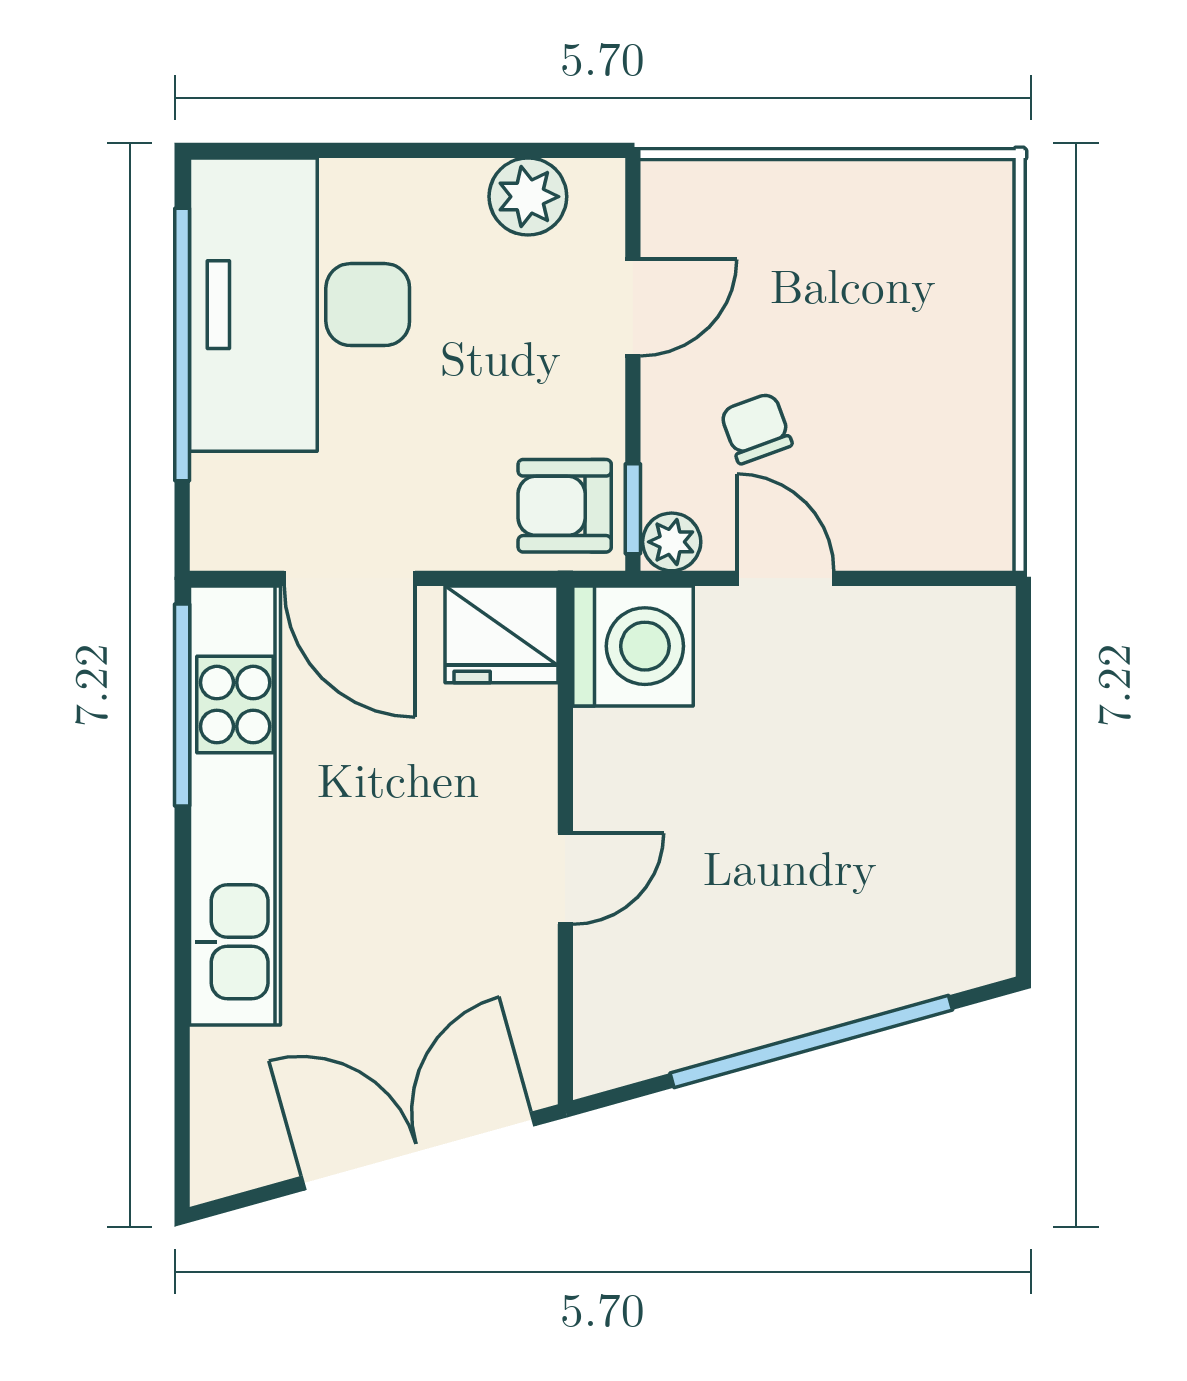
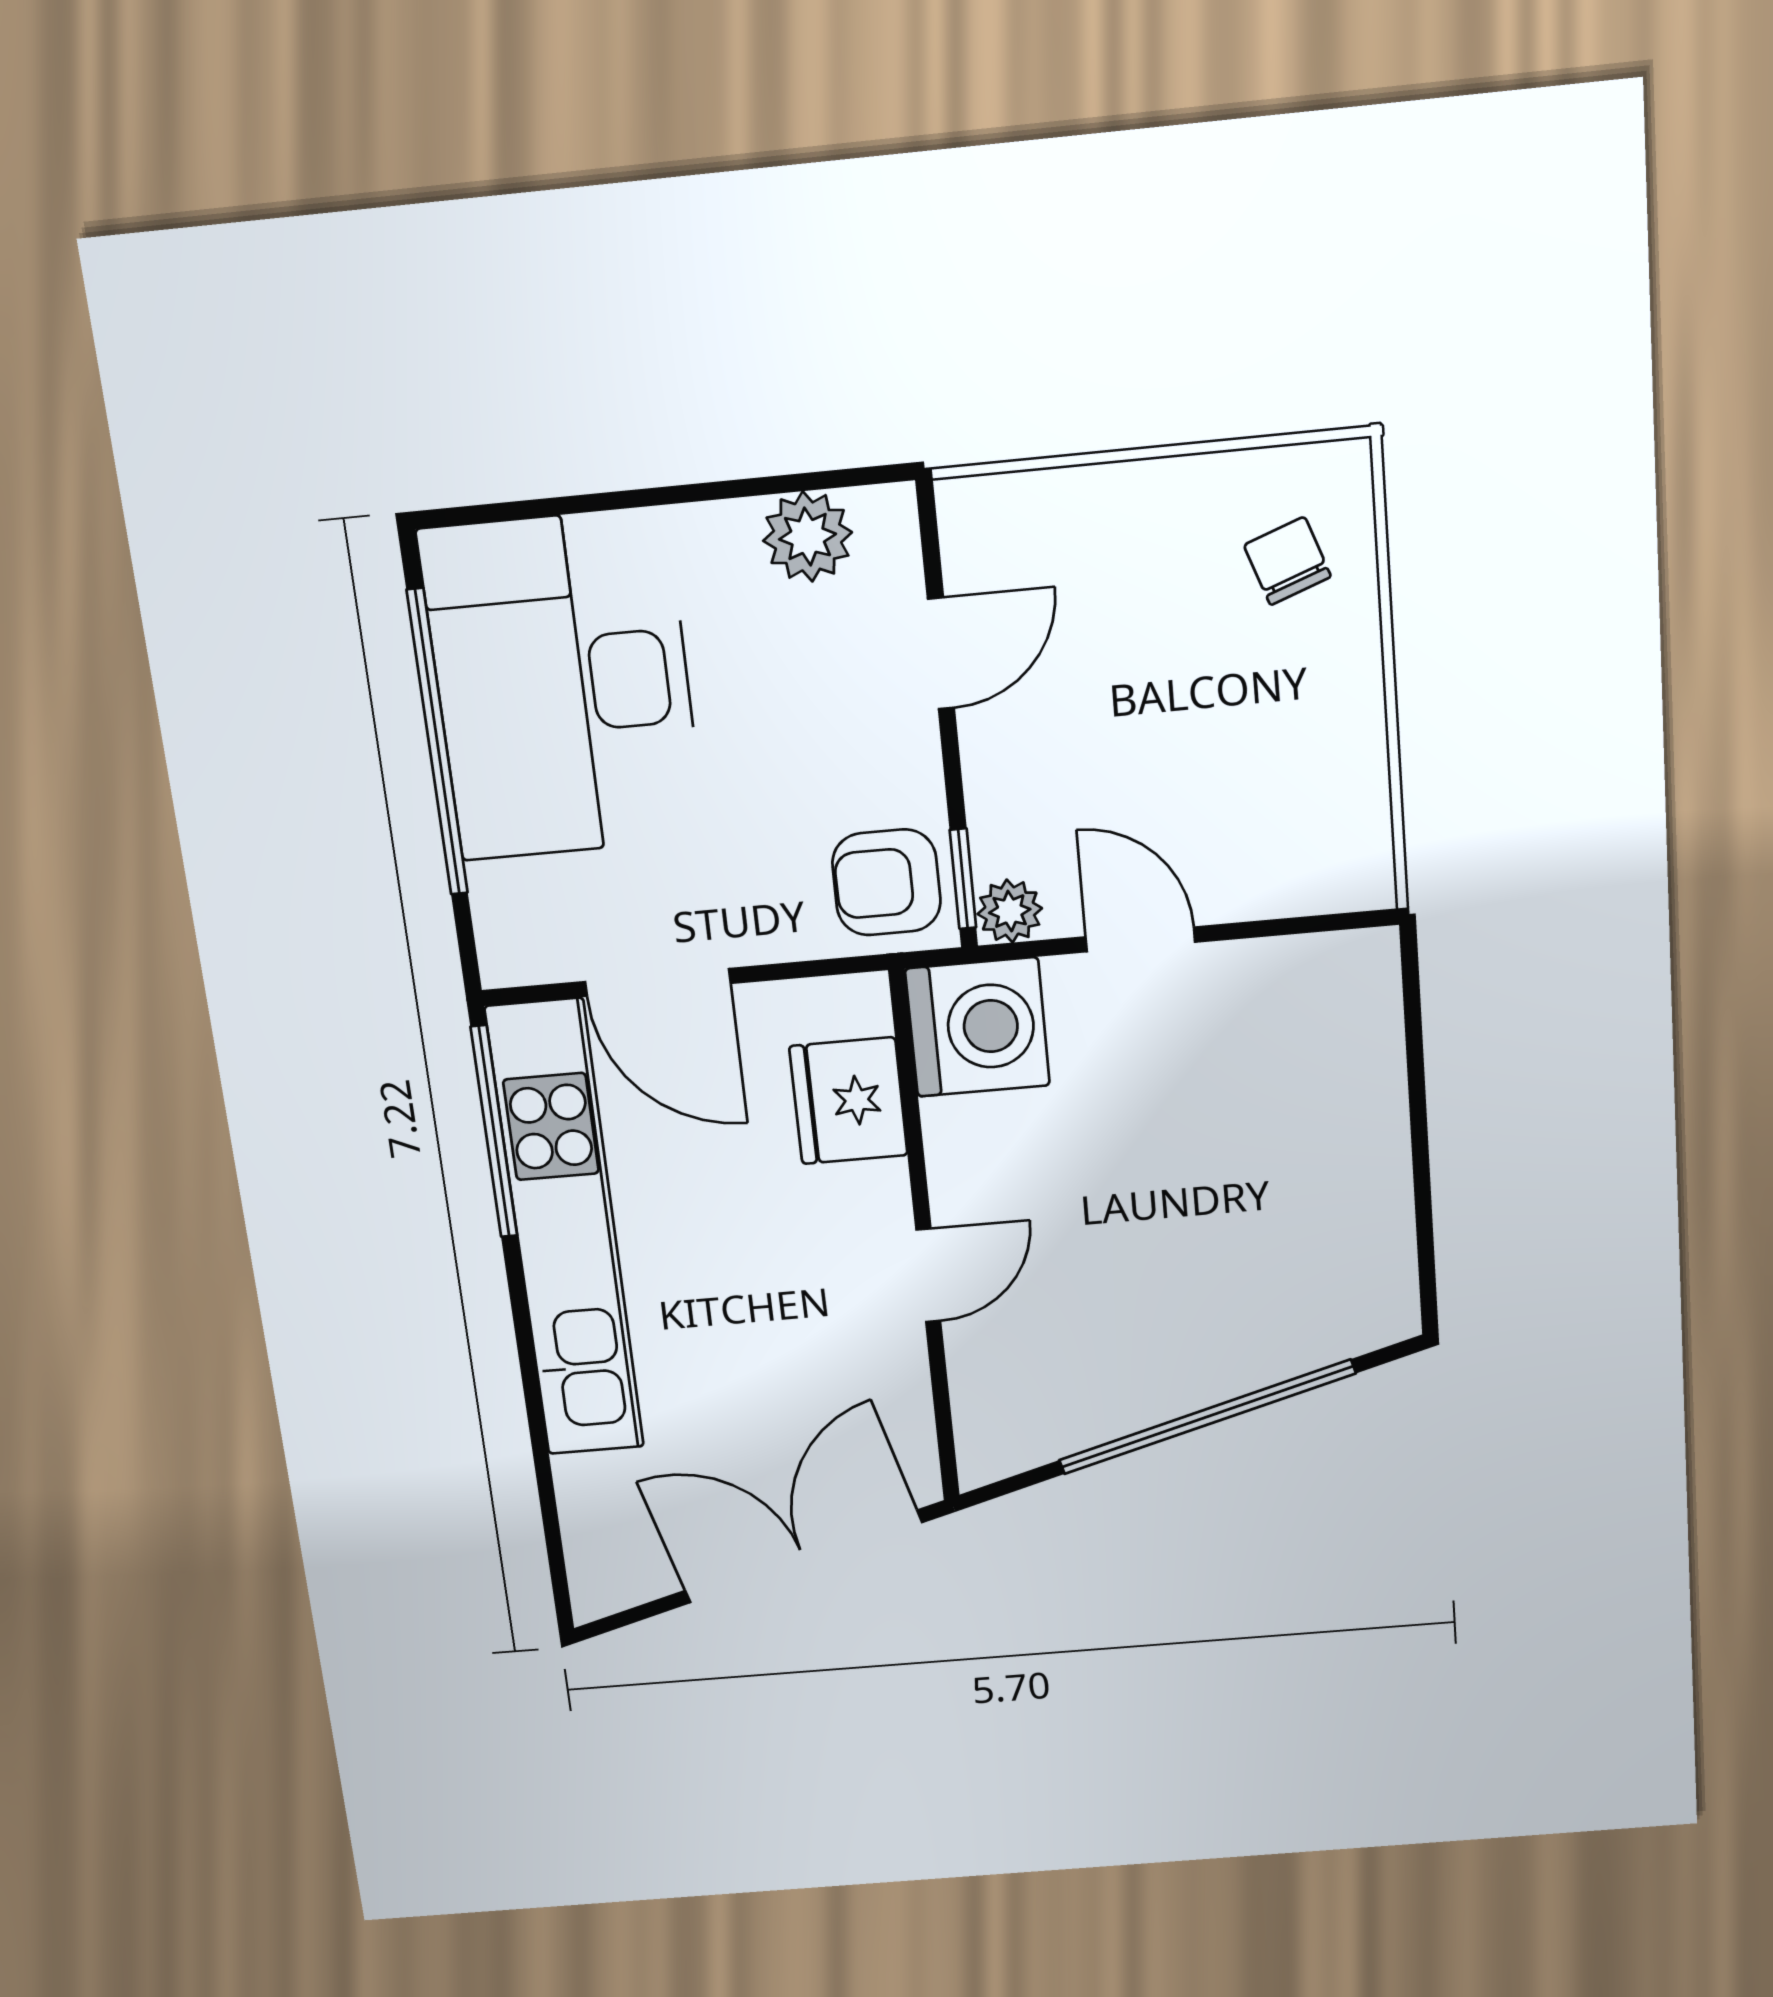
chair: (756, 428) -> (1287, 561), moved
fridge: (501, 634) -> (848, 1101), moved, turned 90

